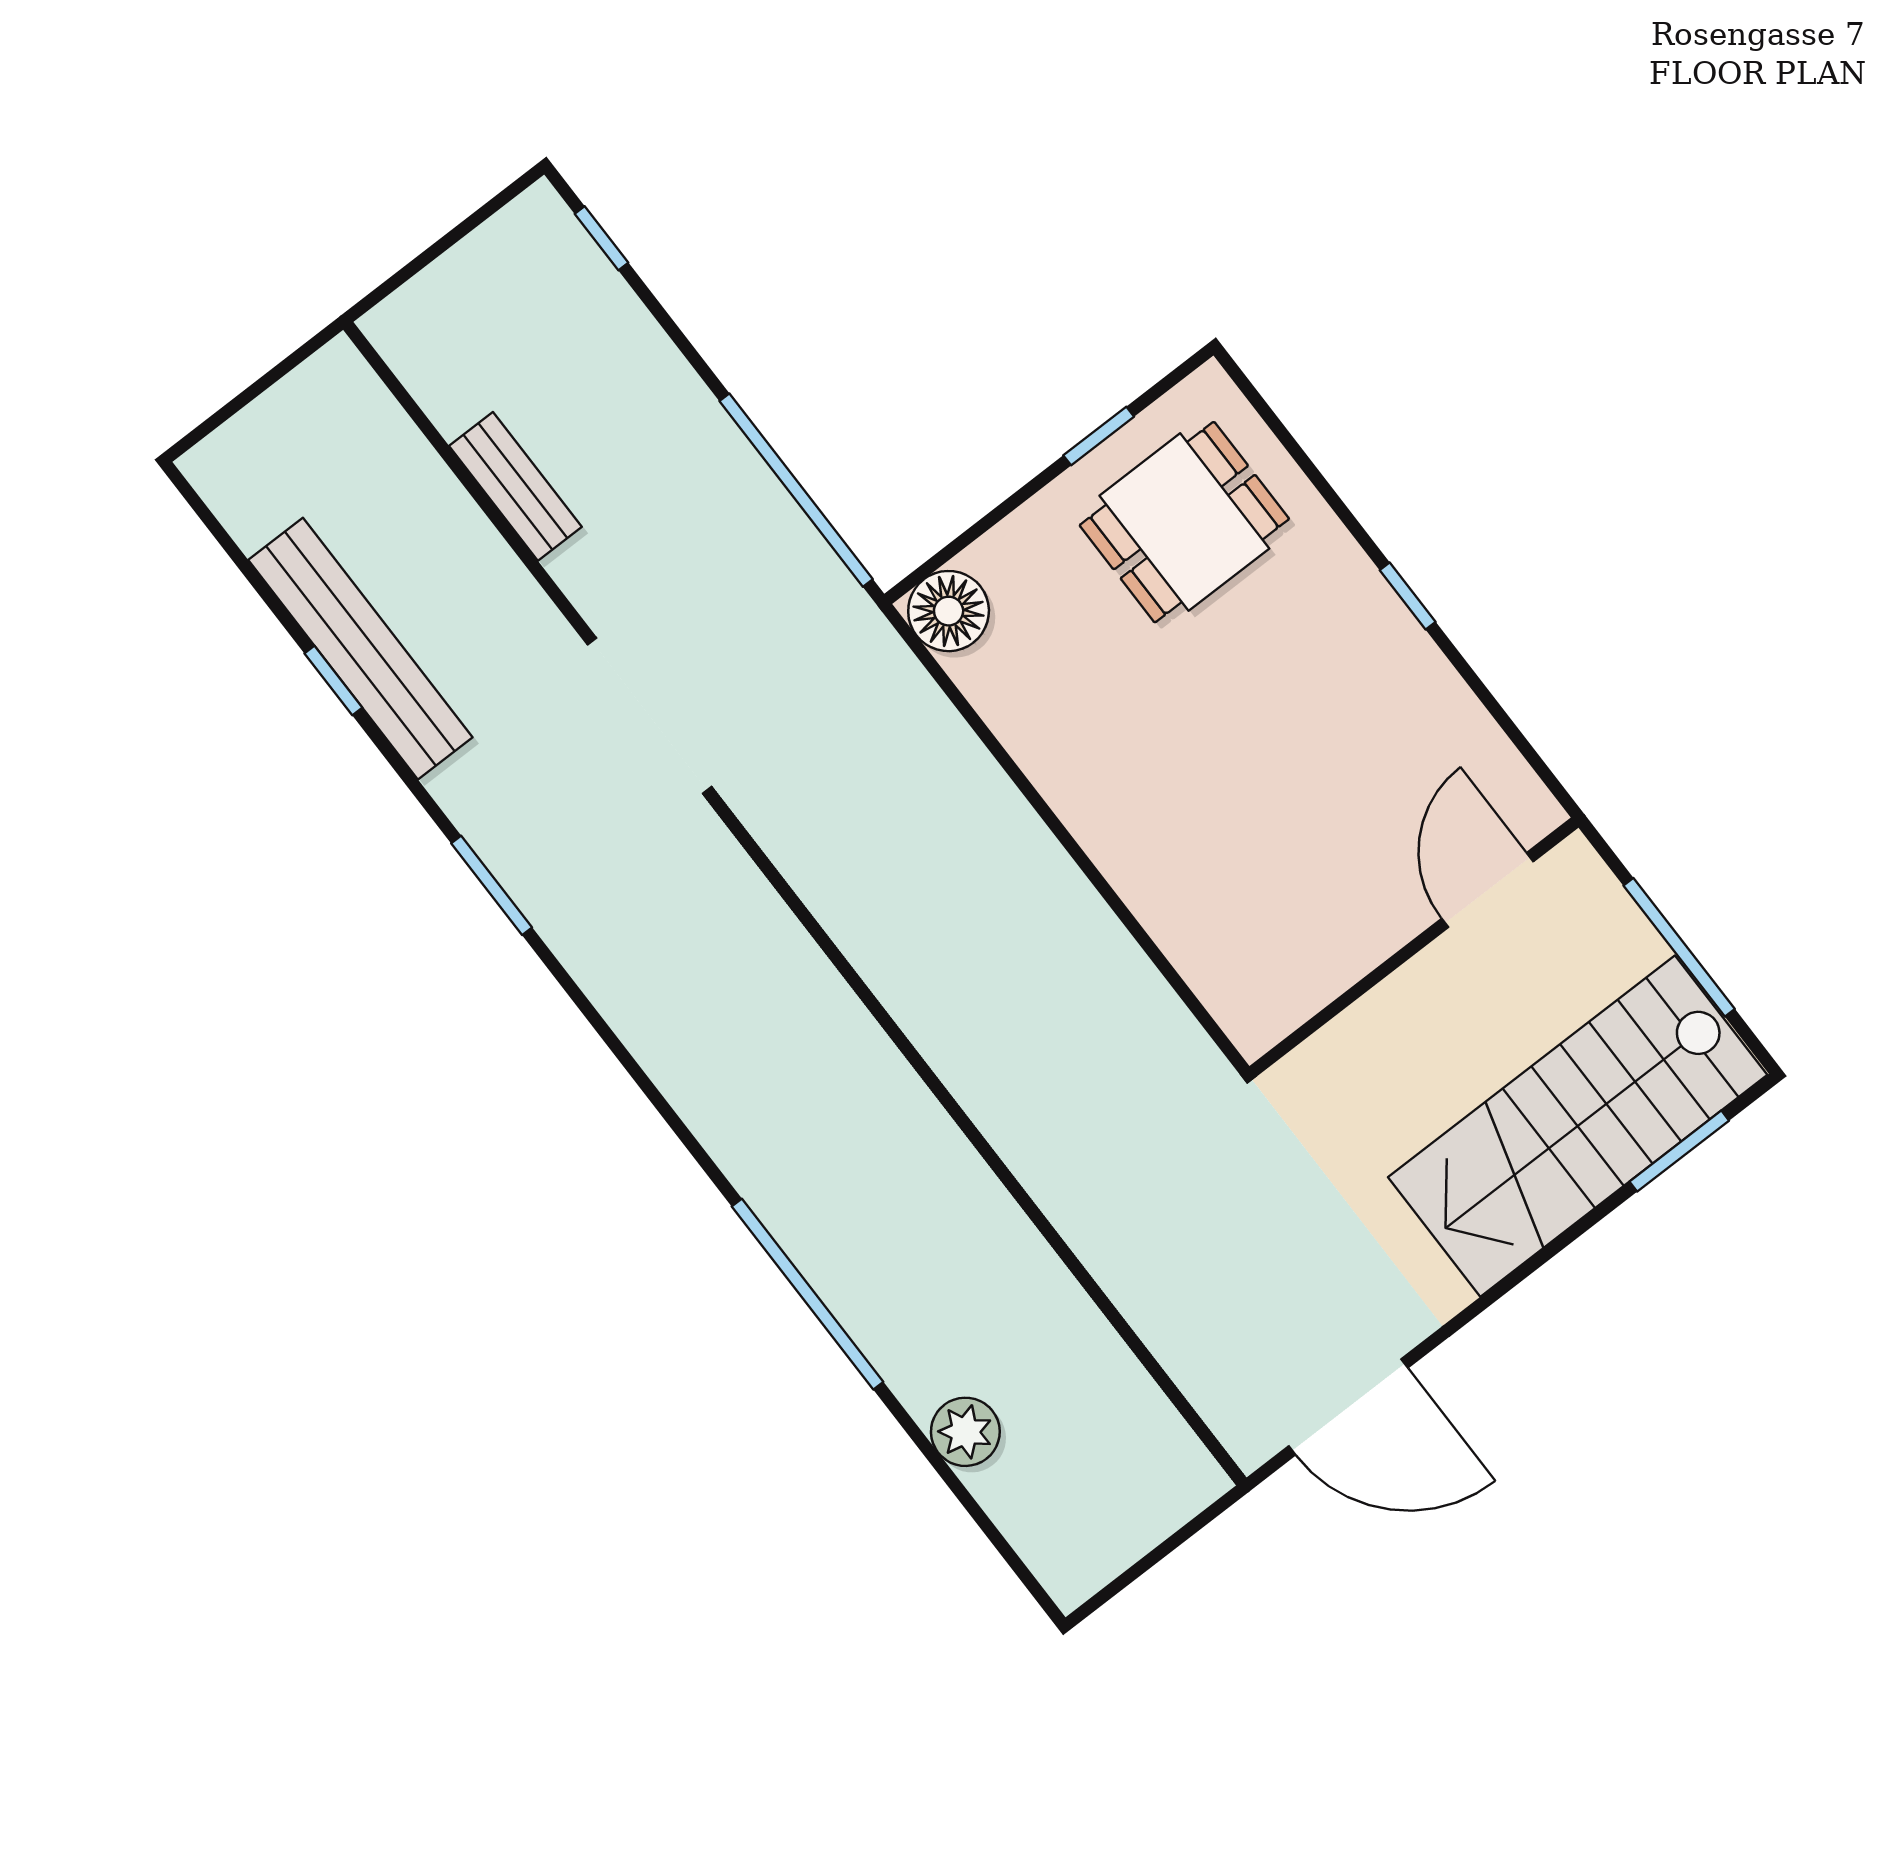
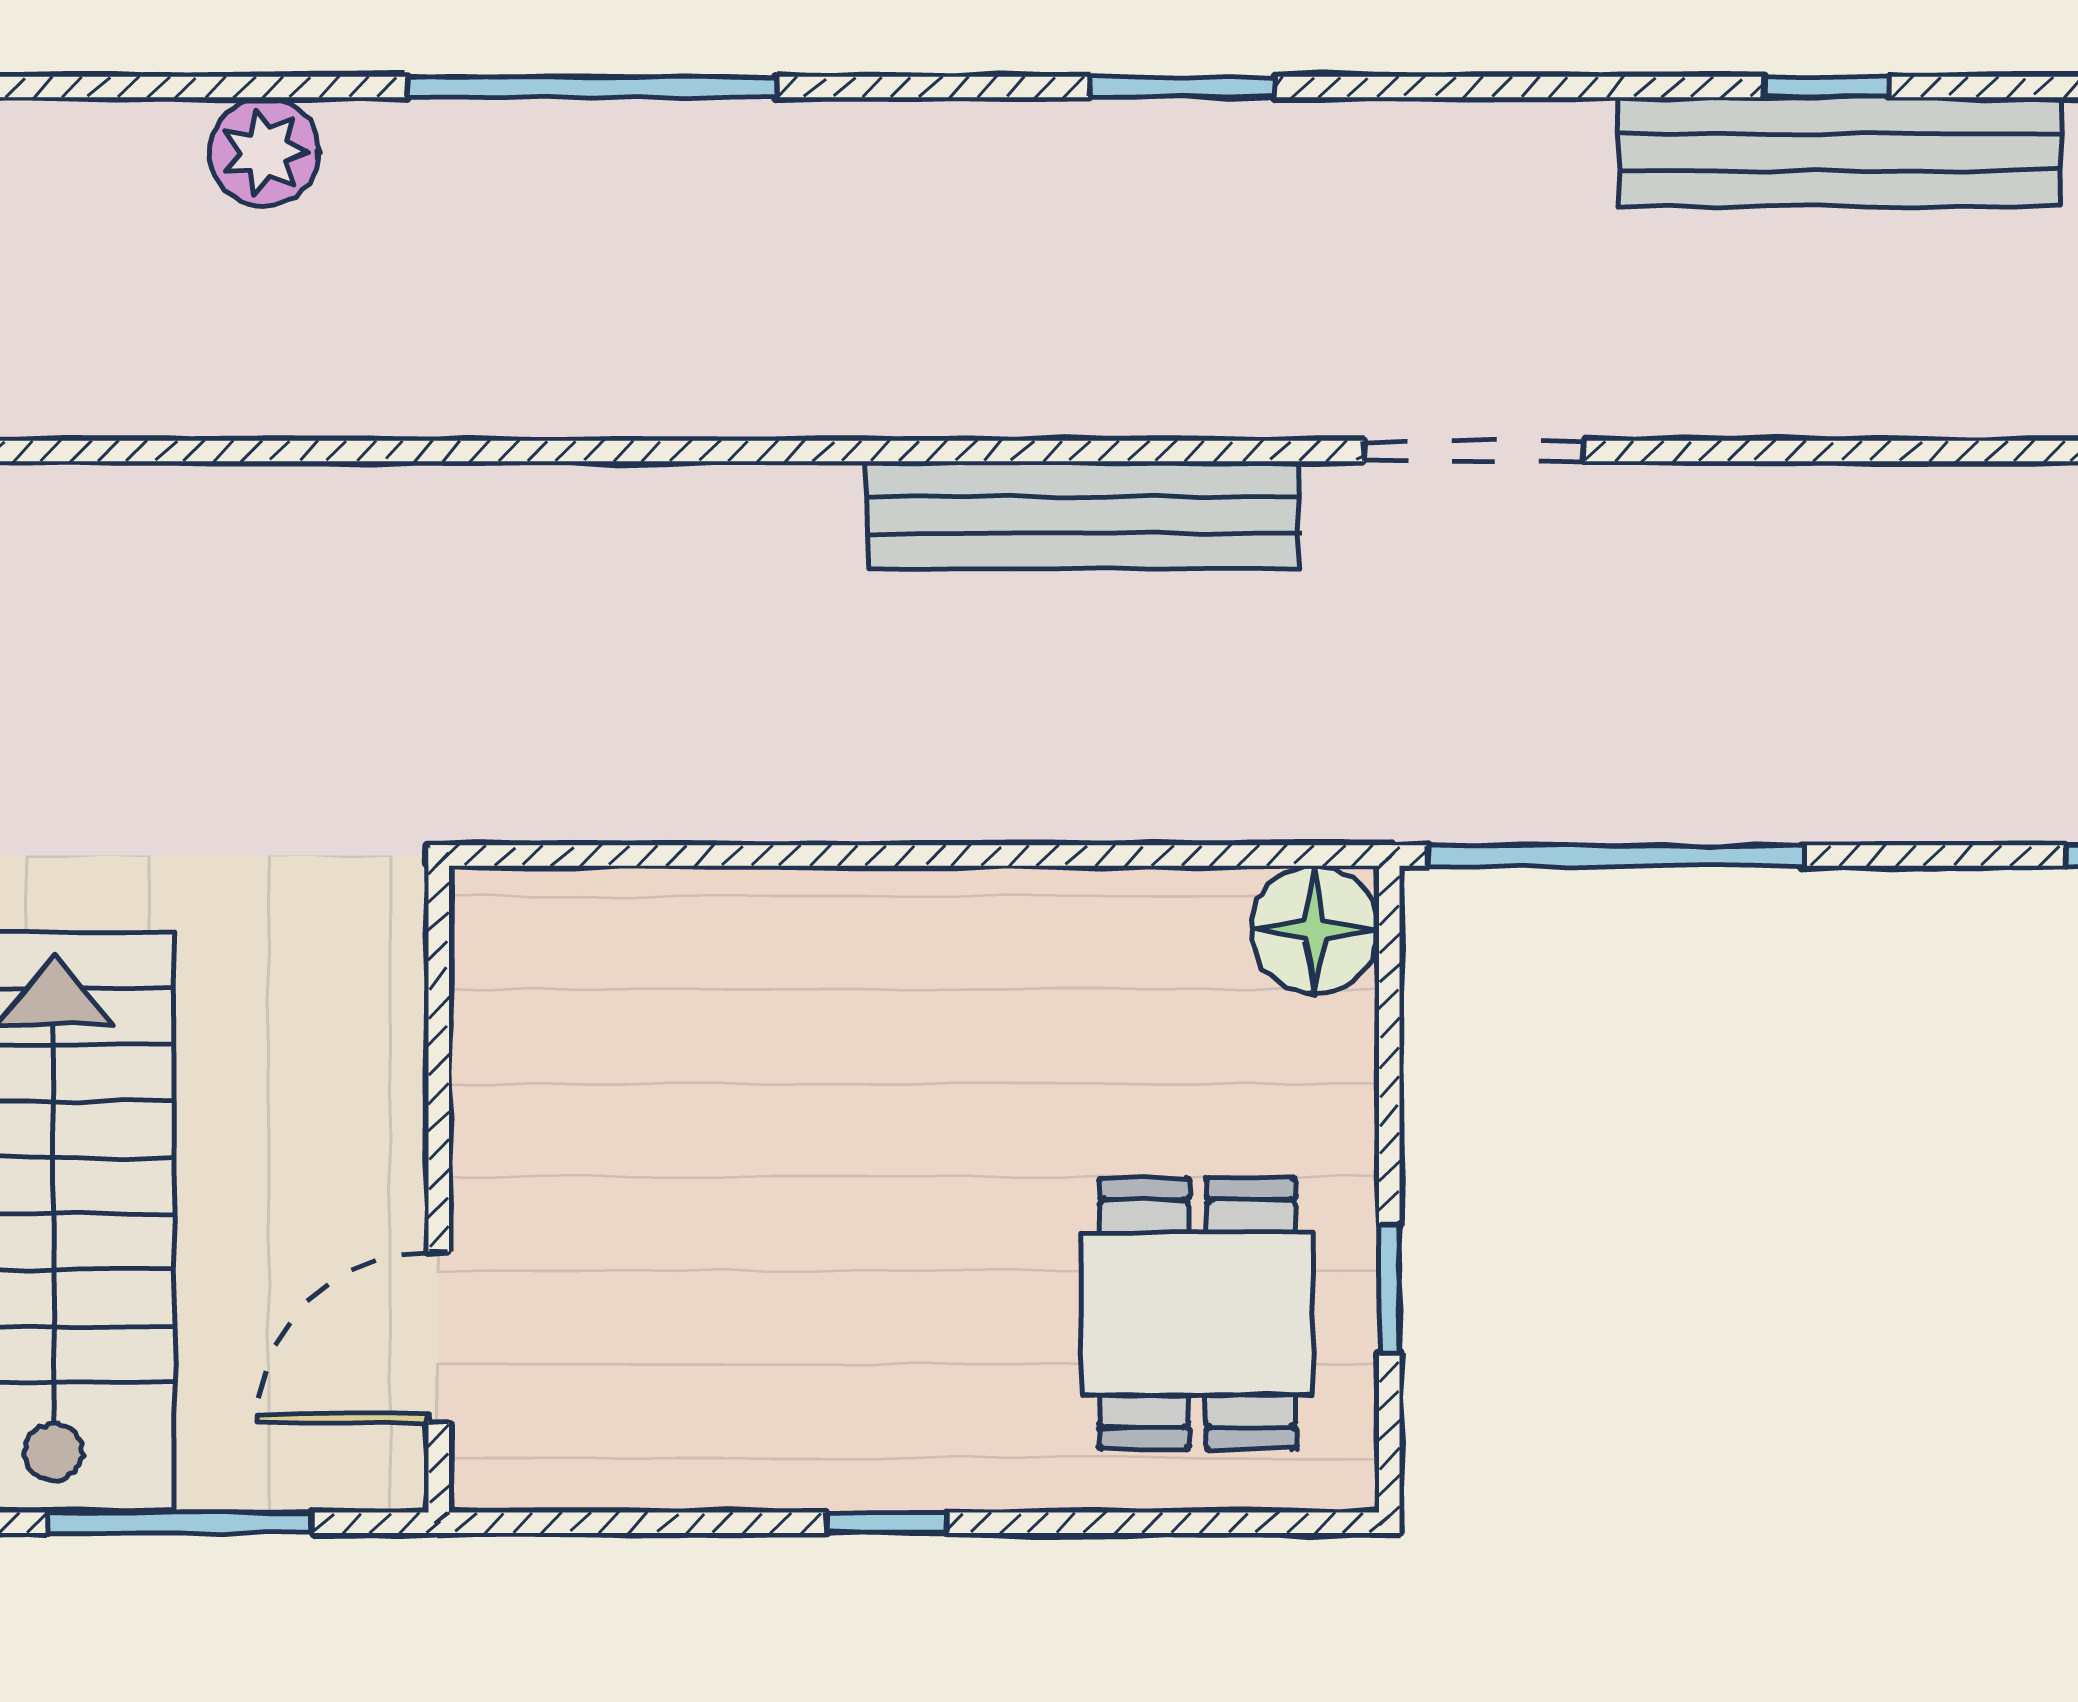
bench: (515, 486) -> (1083, 515), moved, width x1.86, depth x1.21
doorway: (650, 716) -> (1474, 451), width x0.73
window: (492, 885) -> (1182, 87), moved
door: (1487, 890) -> (439, 1337), swing flipped

